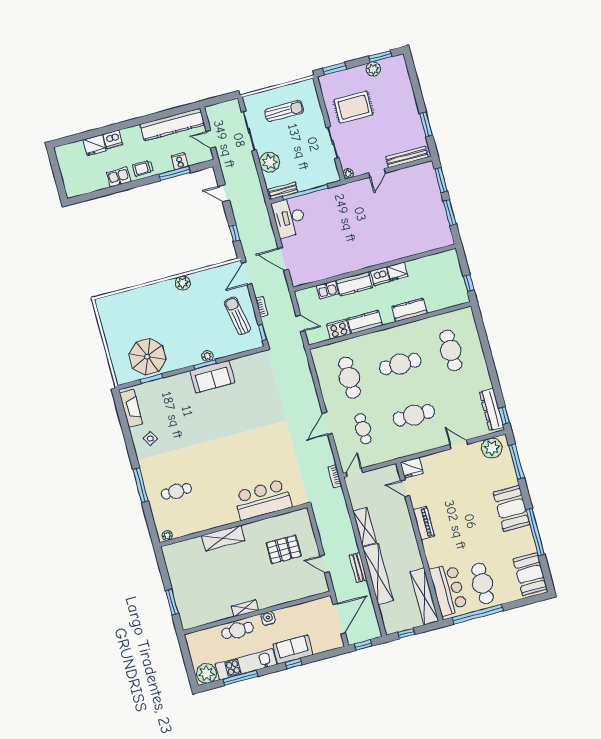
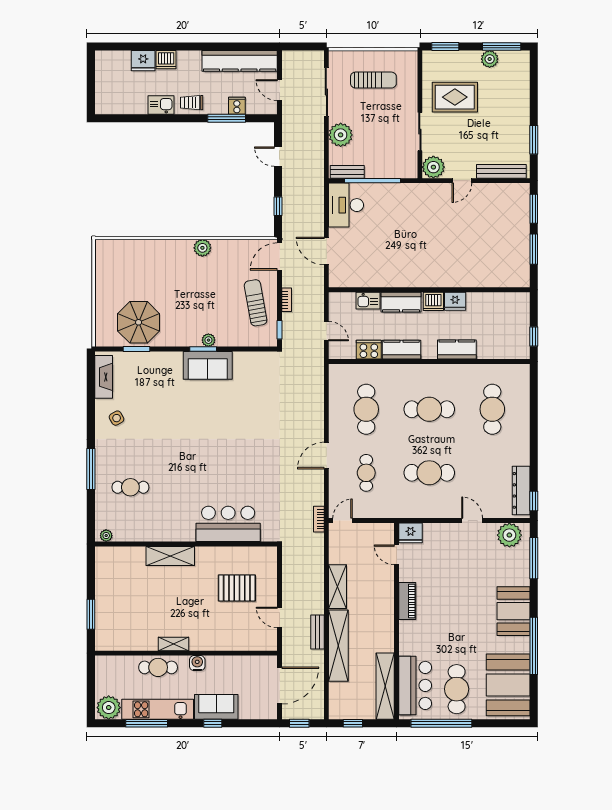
window: (380, 56) -> (502, 47), width x1.44
plant: (348, 173) -> (433, 167), width x1.88, depth x1.88
booth: (530, 574) -> (508, 685), width x1.36, depth x1.42

